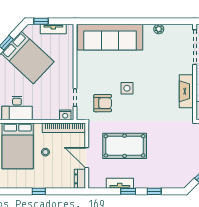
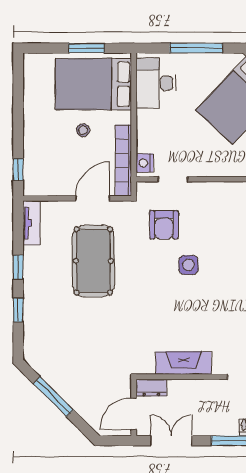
door: (87, 158) -> (93, 198), moved
dresser: (80, 179) -> (39, 187), removed
tv unit: (120, 183) -> (31, 223), moved
window: (39, 191) -> (18, 170), moved

